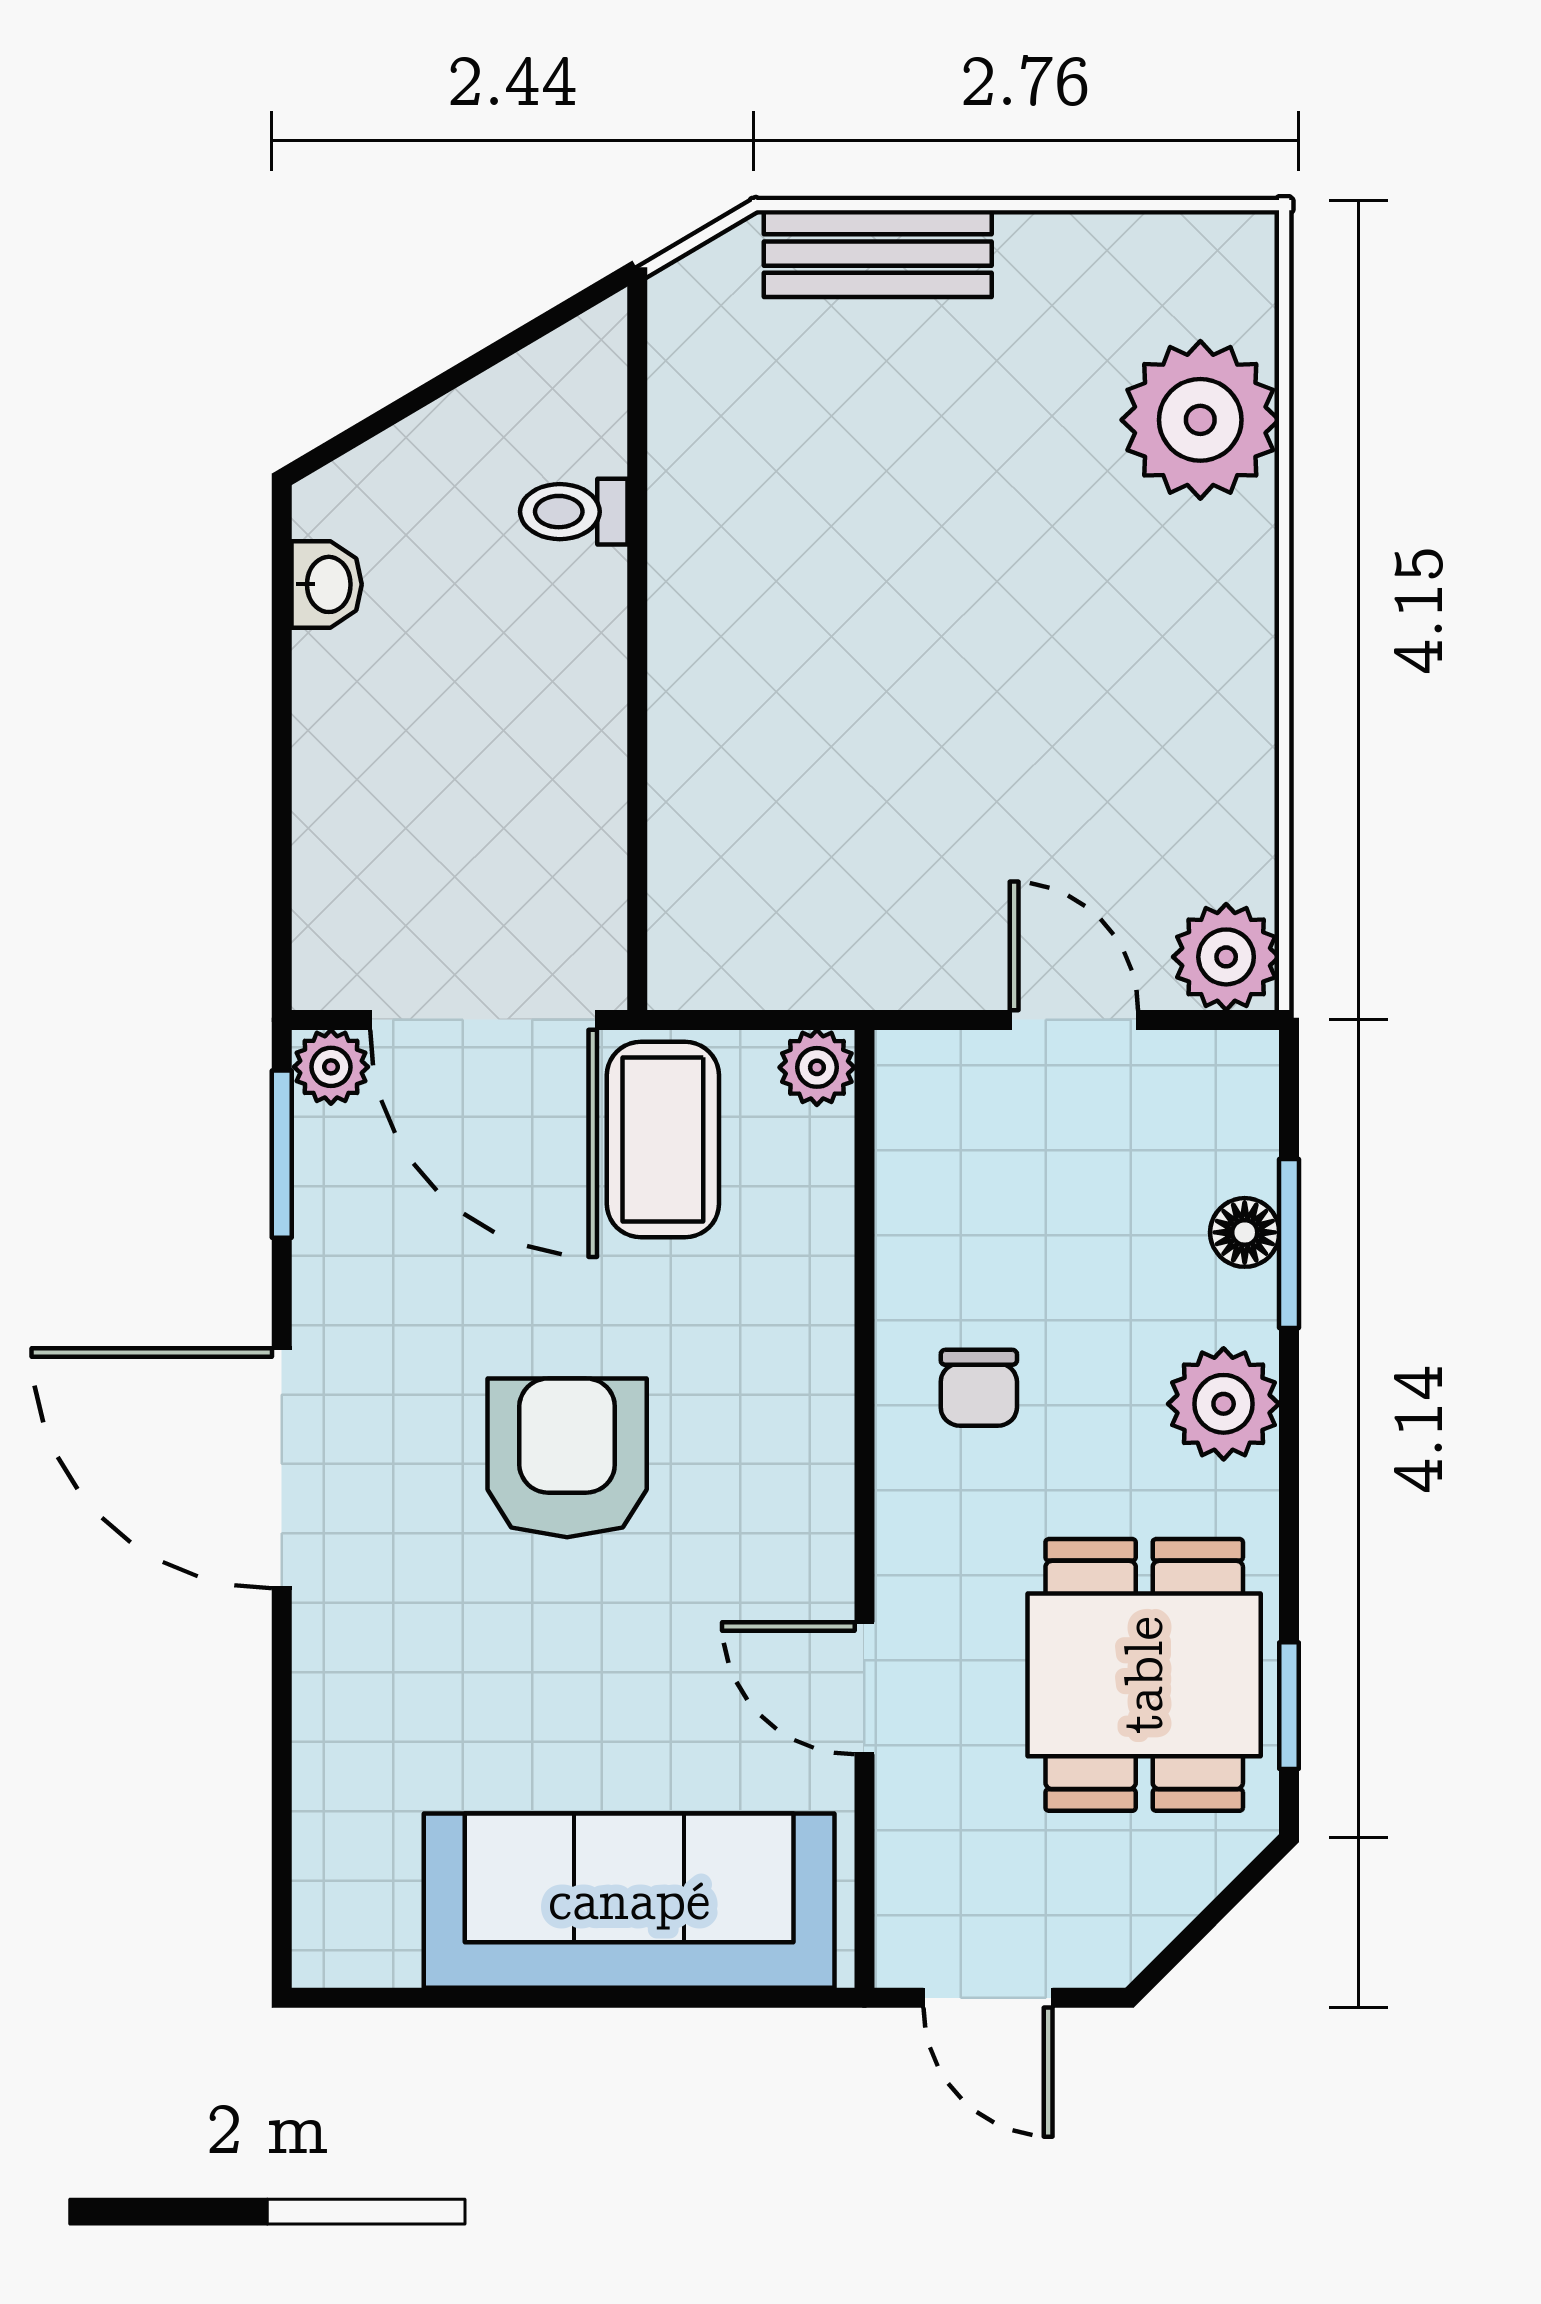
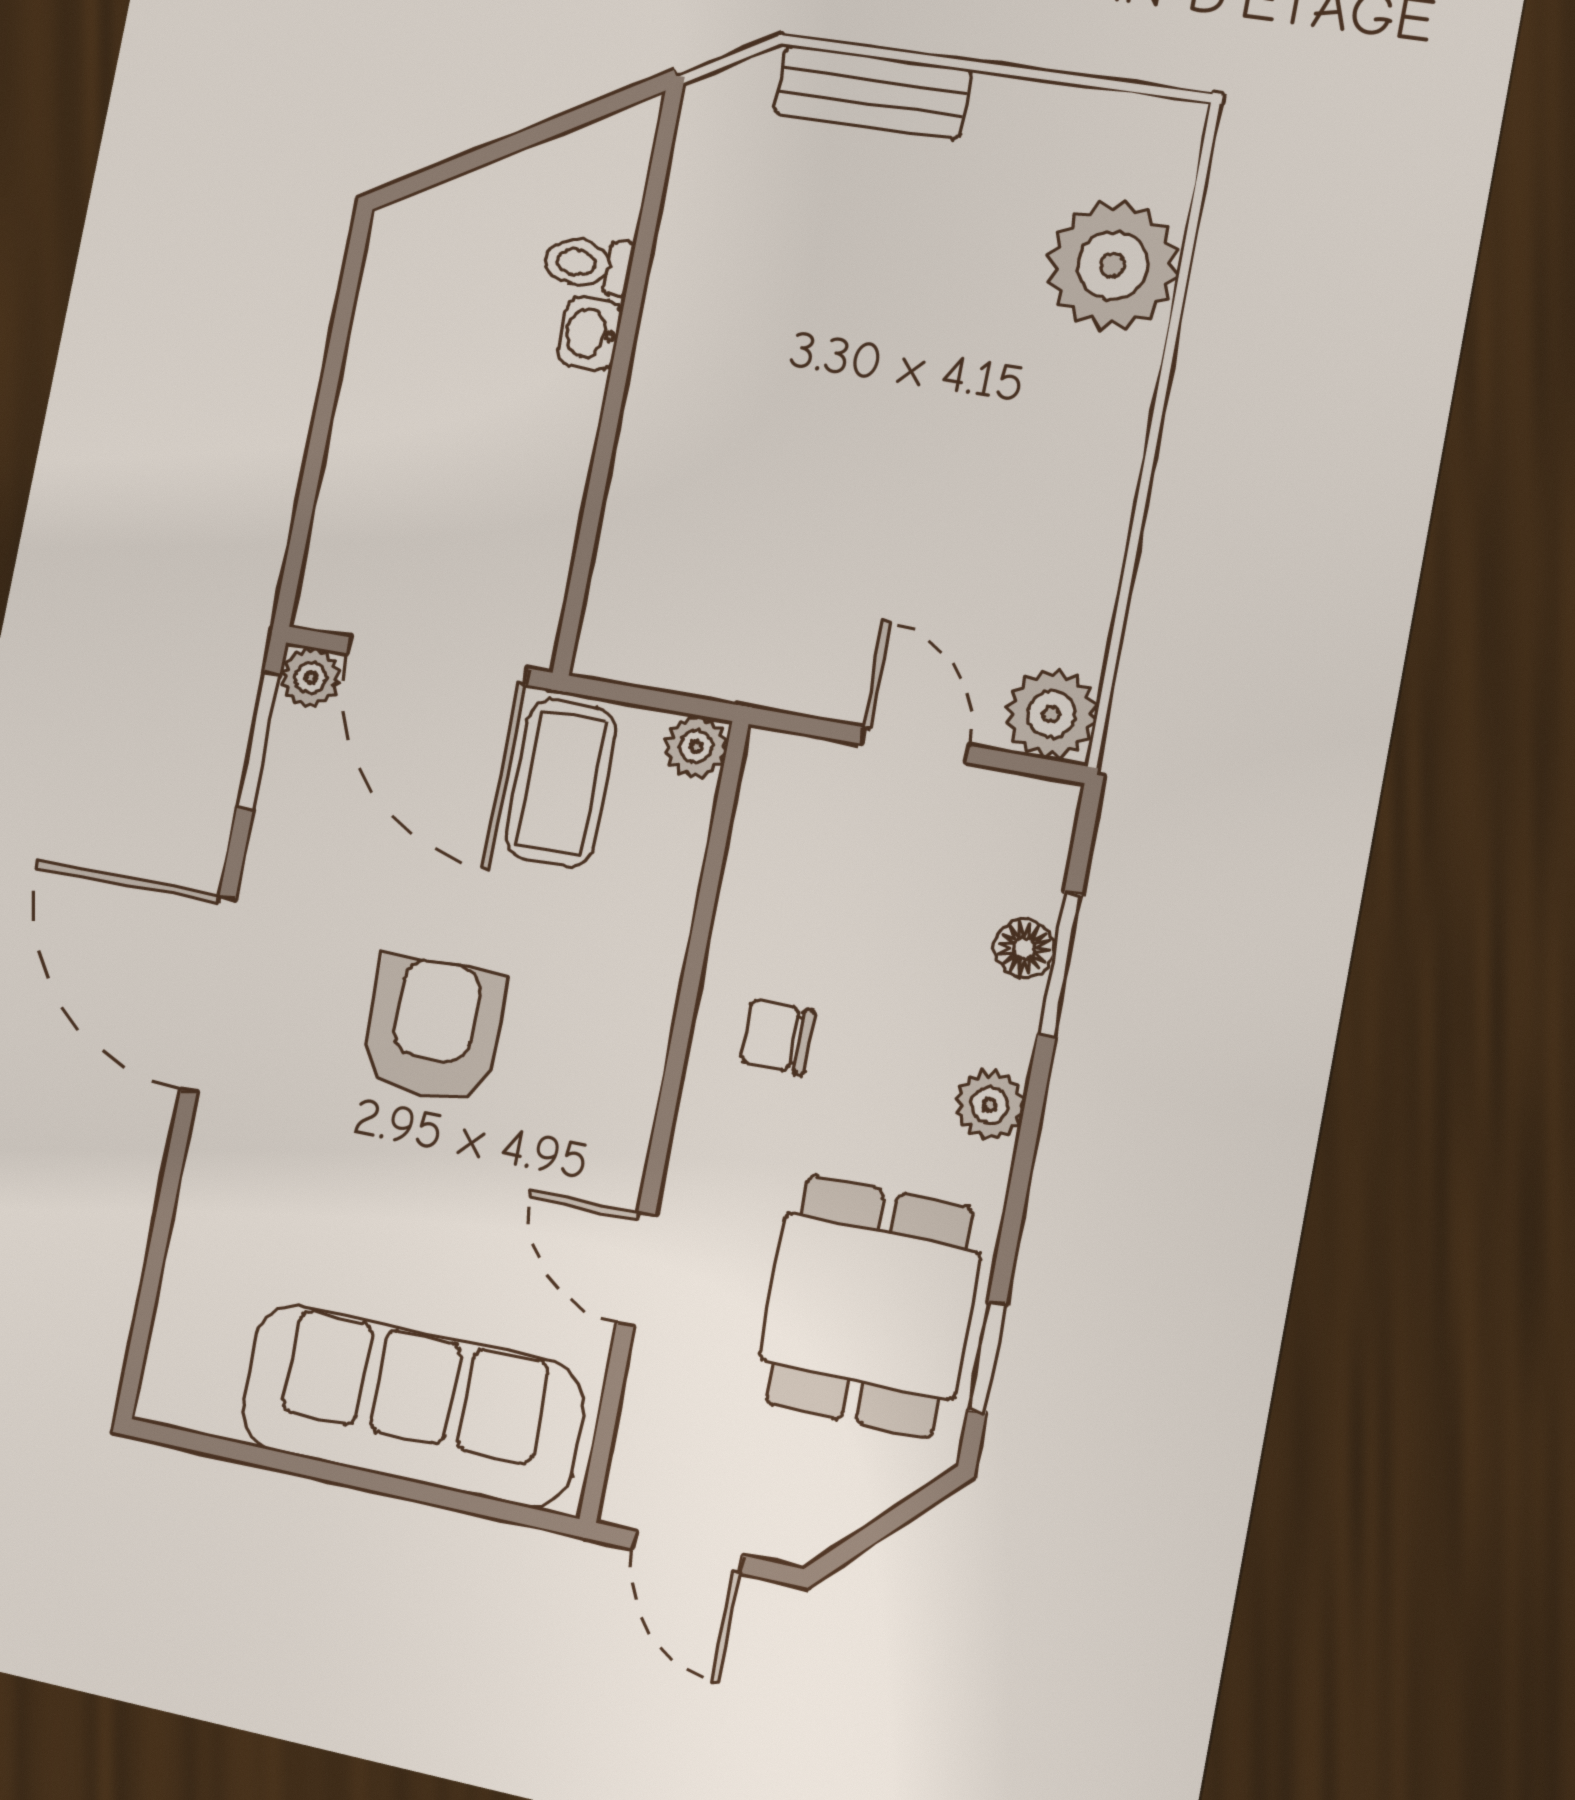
washbasin: (327, 584) -> (590, 333), moved, turned 180
chair: (979, 1388) -> (778, 1037), turned 90
plant: (1224, 1404) -> (990, 1105), width x0.73, depth x0.73

